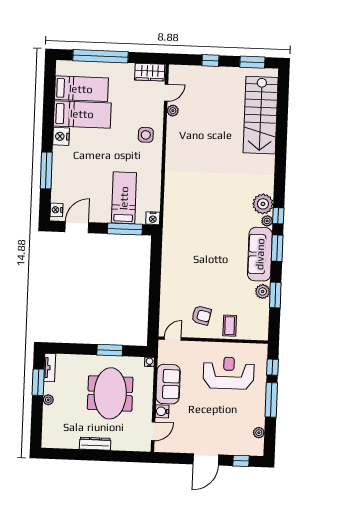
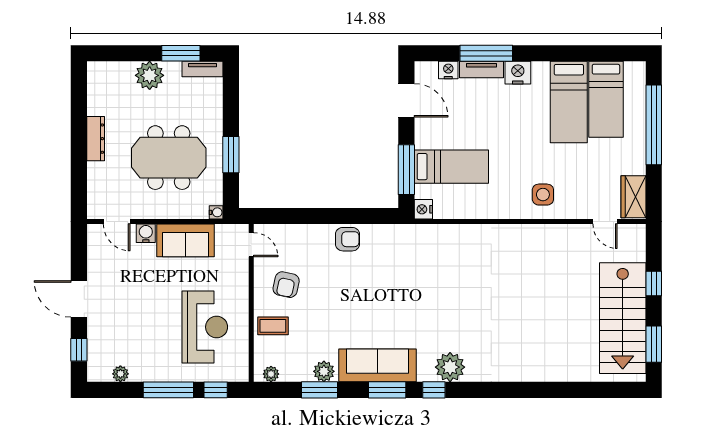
plant: (173, 111) -> (579, 232), removed
stairs: (261, 115) -> (623, 318), moved, turned -90
nightstand: (61, 136) -> (518, 73), moved
tv unit: (57, 174) -> (482, 70), added
nightstand: (56, 210) -> (448, 70), moved
plant: (267, 221) -> (271, 374), moved
armchair: (172, 272) -> (348, 239), added
plant: (48, 400) -> (150, 75), width x1.88, depth x1.88

